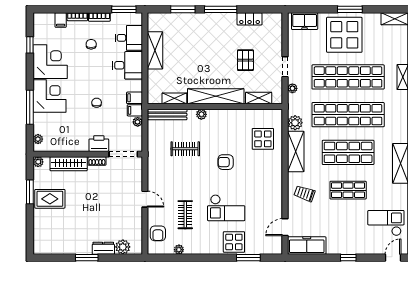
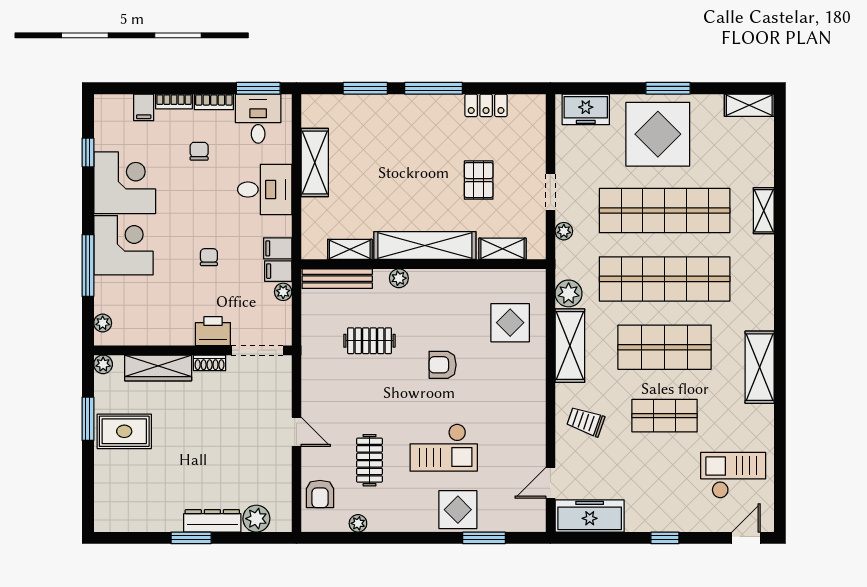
desk: (129, 38) -> (258, 119), moved, turned -90
dresser: (103, 248) -> (212, 521), width x1.44

